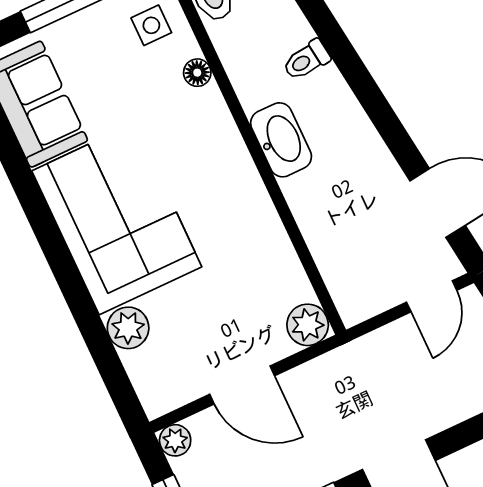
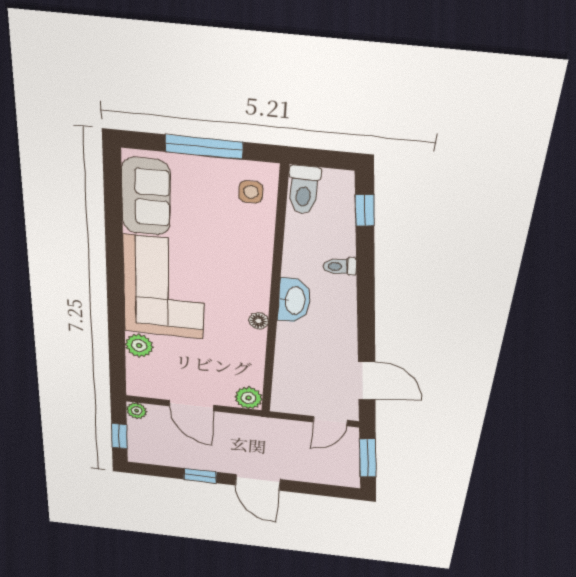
floor lamp: (197, 73) -> (259, 321), moved

